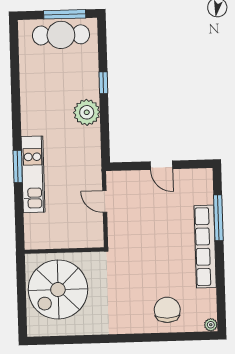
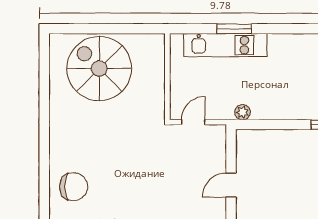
plant: (87, 112) -> (243, 112), moved, width x0.53, depth x0.53
wall: (64, 251) -> (167, 77), moved

